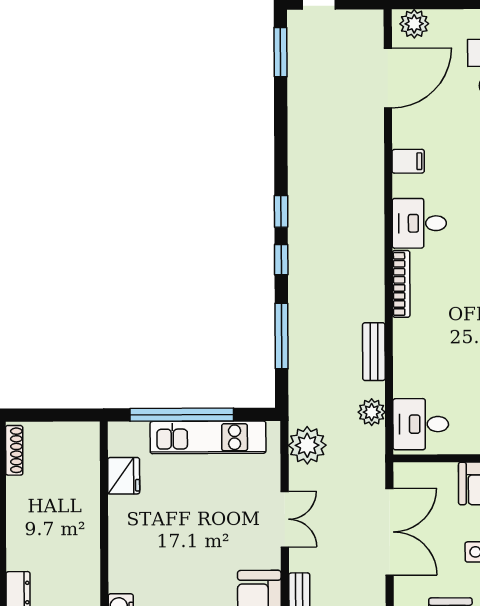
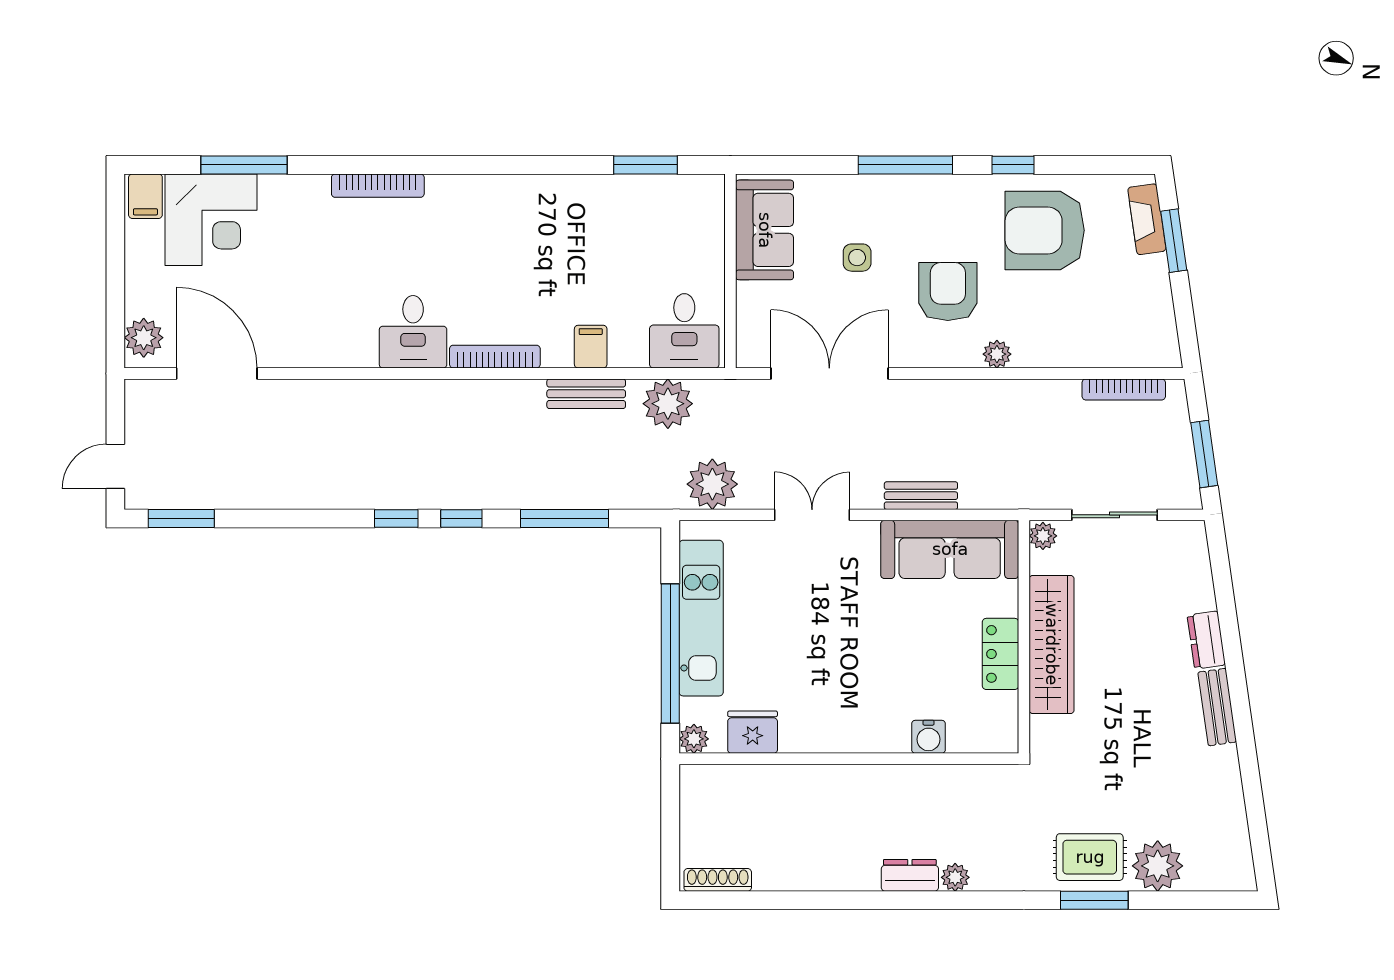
filing cabinet: (408, 161) -> (591, 347), moved
plant: (372, 412) -> (668, 404), width x1.36, depth x1.36
plant: (119, 432) -> (694, 739), added

